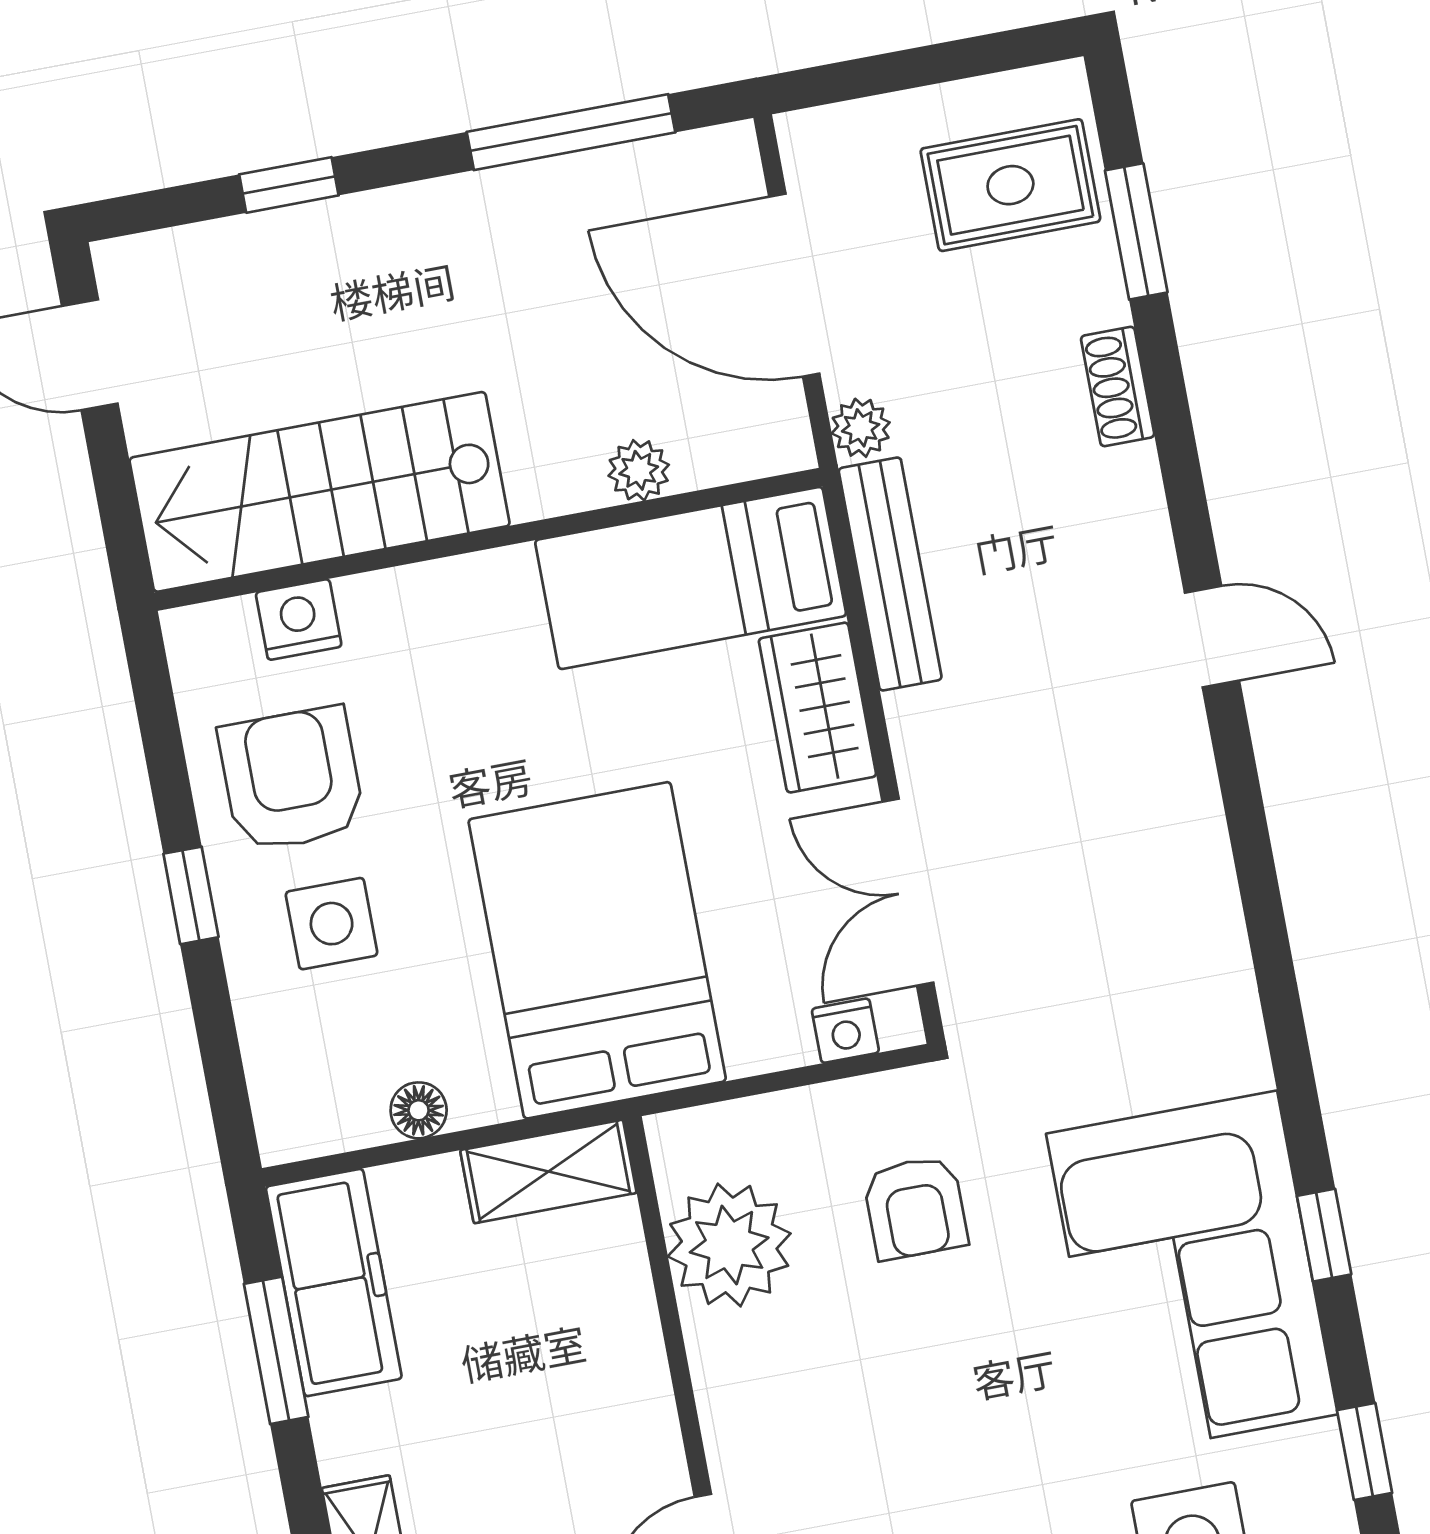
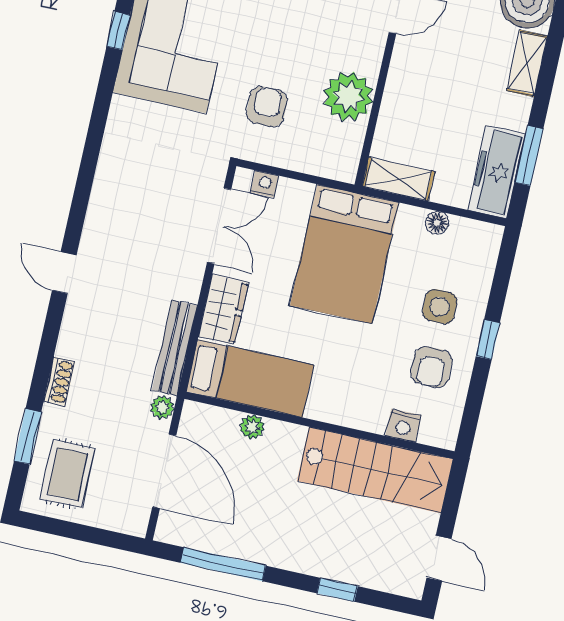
rug: (1010, 185) -> (67, 474), turned 90
armchair: (292, 779) -> (432, 367), width x0.72, depth x0.72
plant: (729, 1245) -> (348, 96), moved

